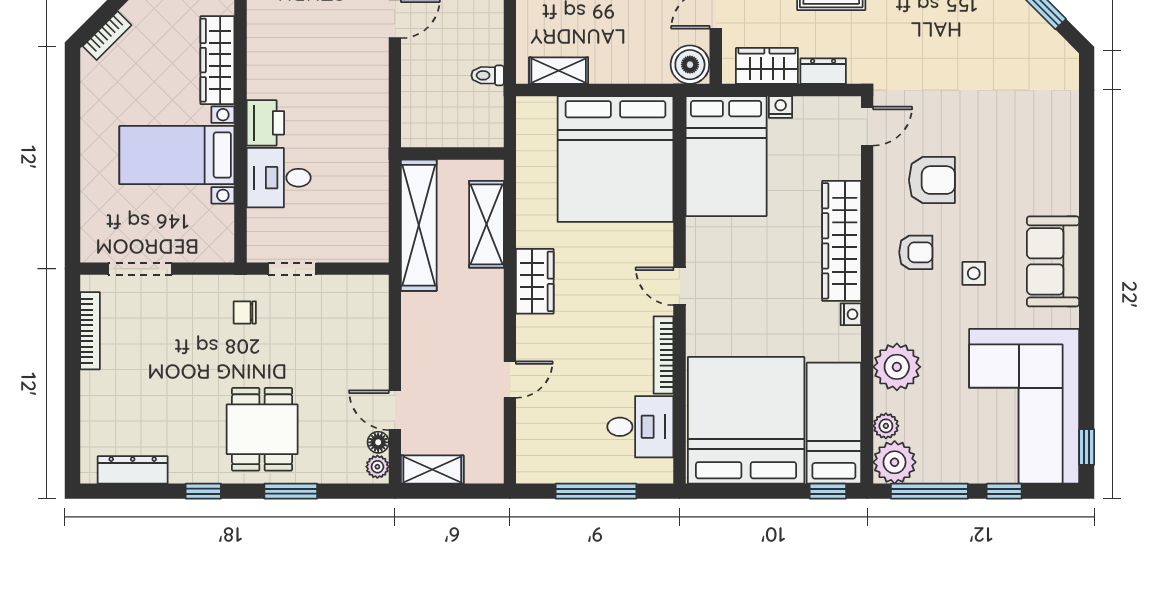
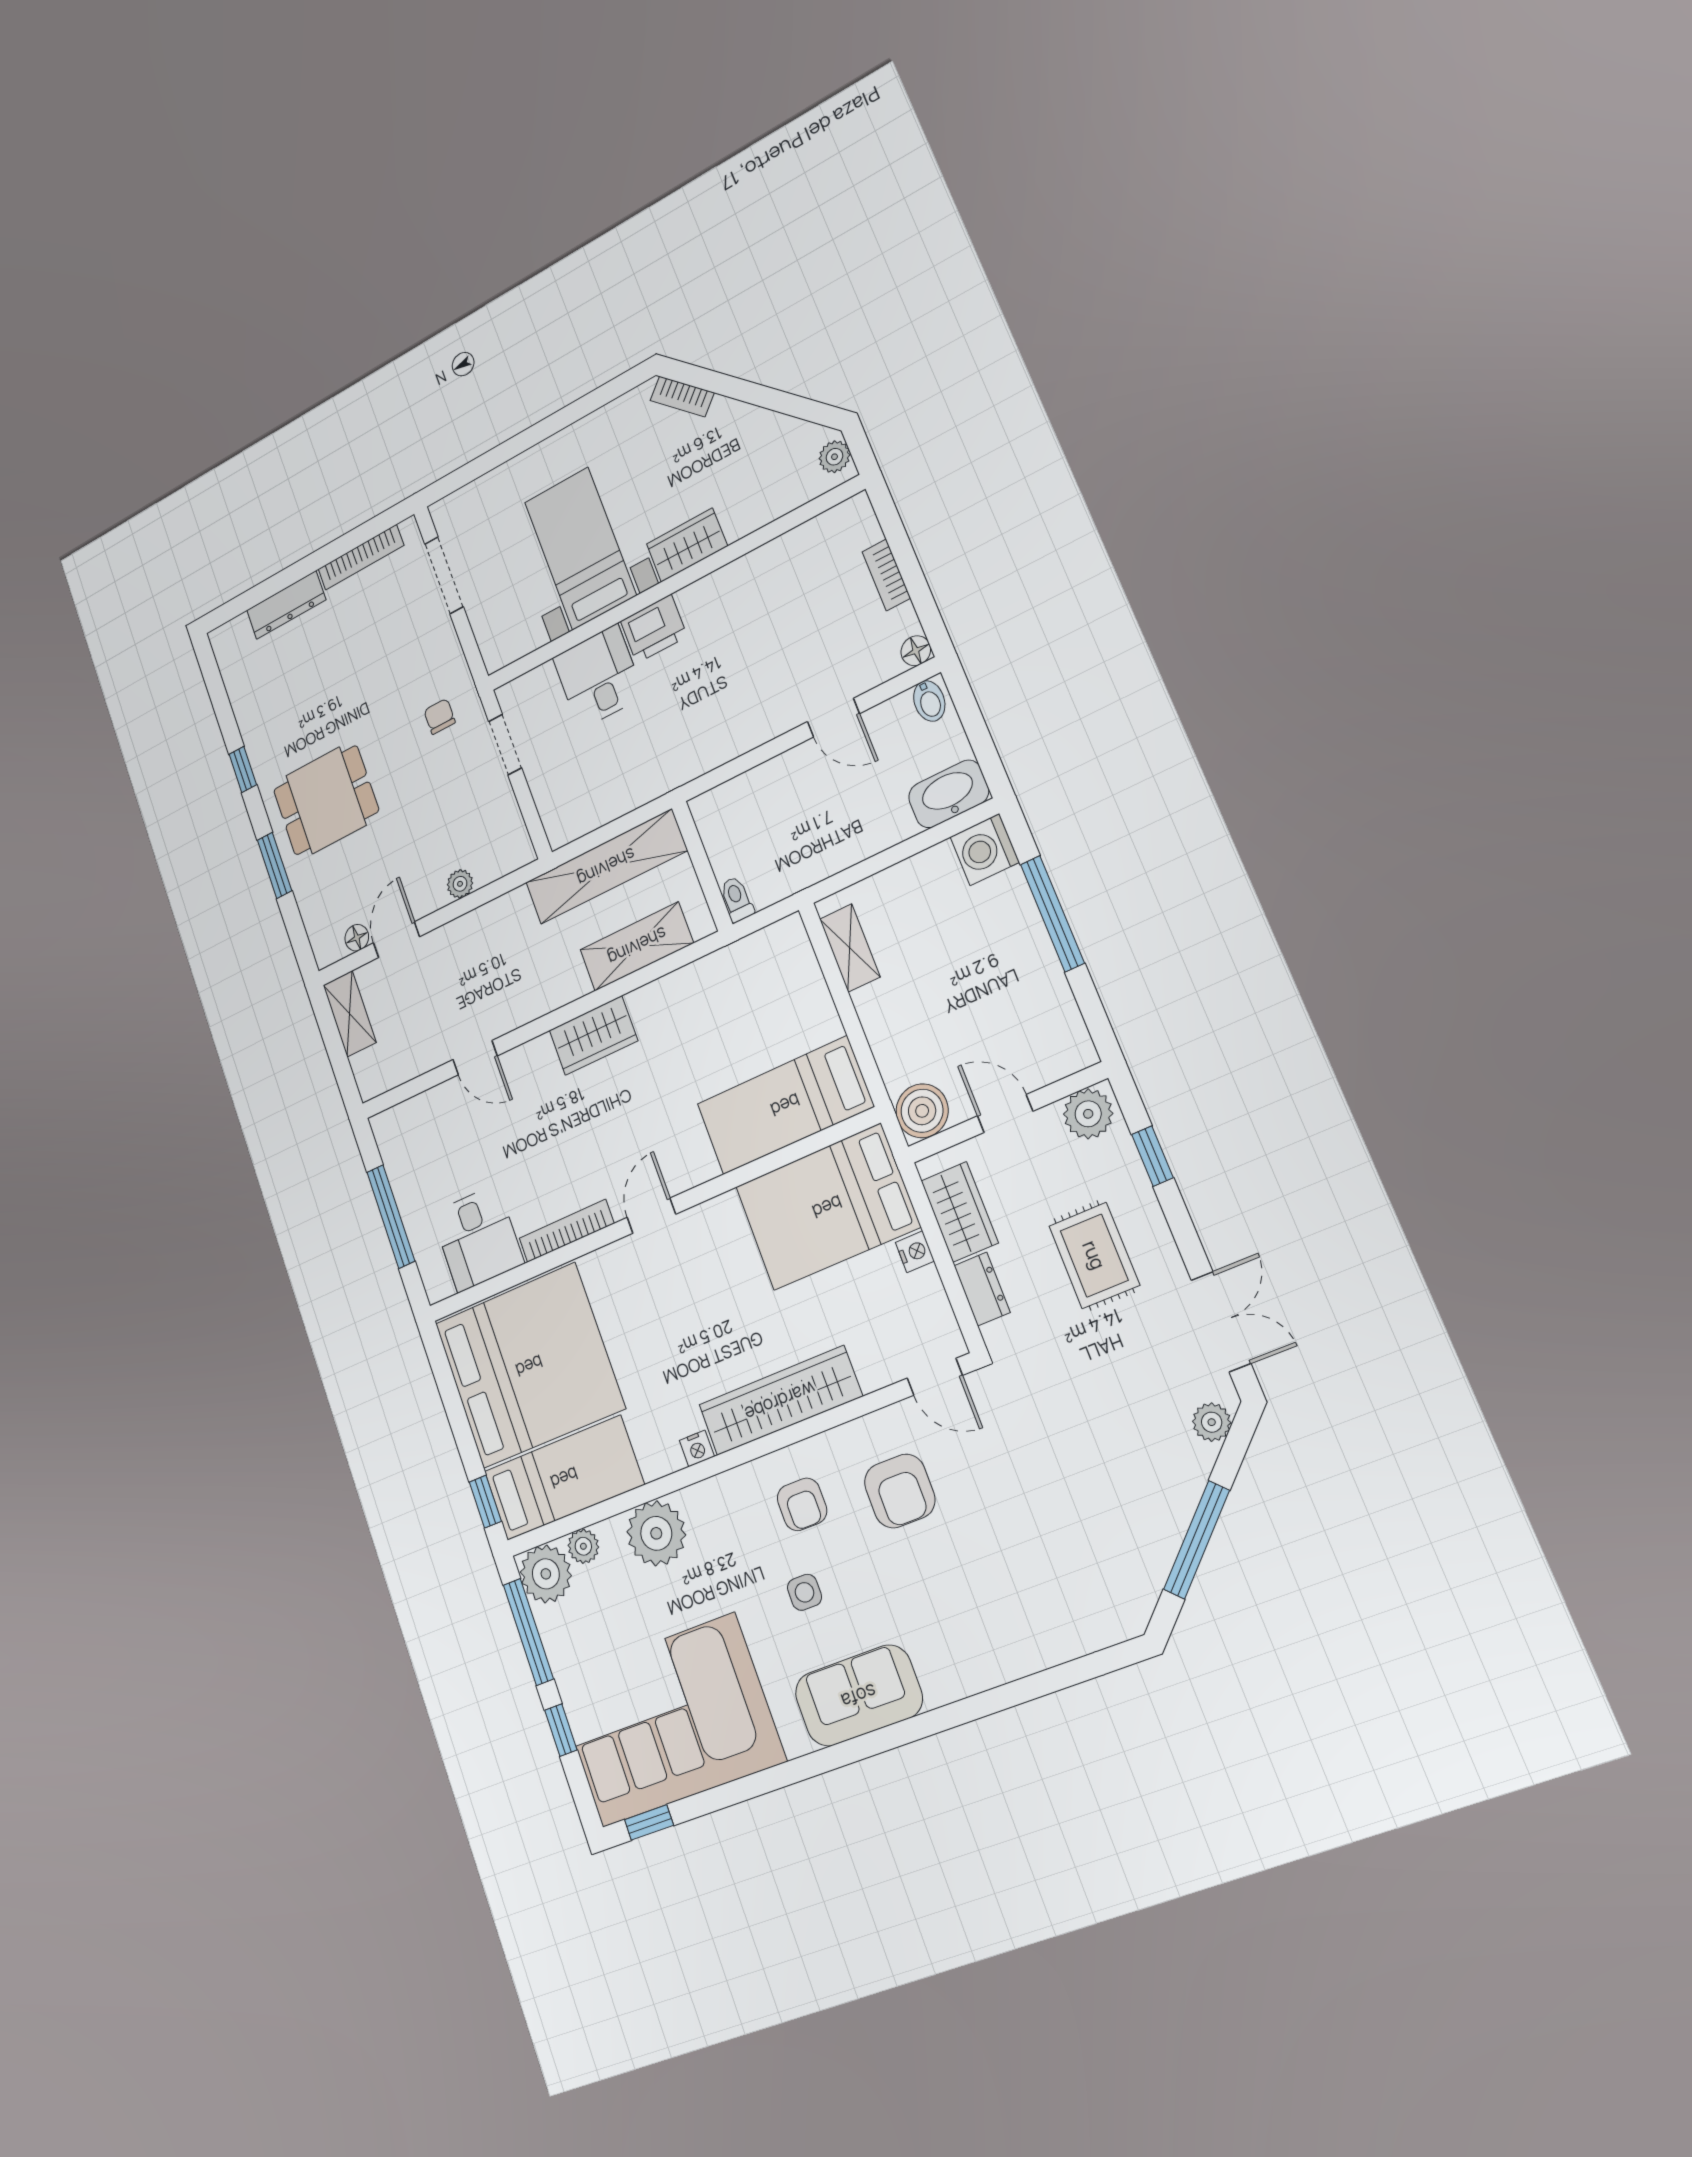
wardrobe: (217, 60) -> (687, 545), width x0.67
toilet: (488, 75) -> (737, 899), moved
bed: (615, 159) -> (785, 1105), width x0.49
plant: (377, 467) -> (460, 884), moved
dresser: (133, 470) -> (286, 605), moved, turned 90

